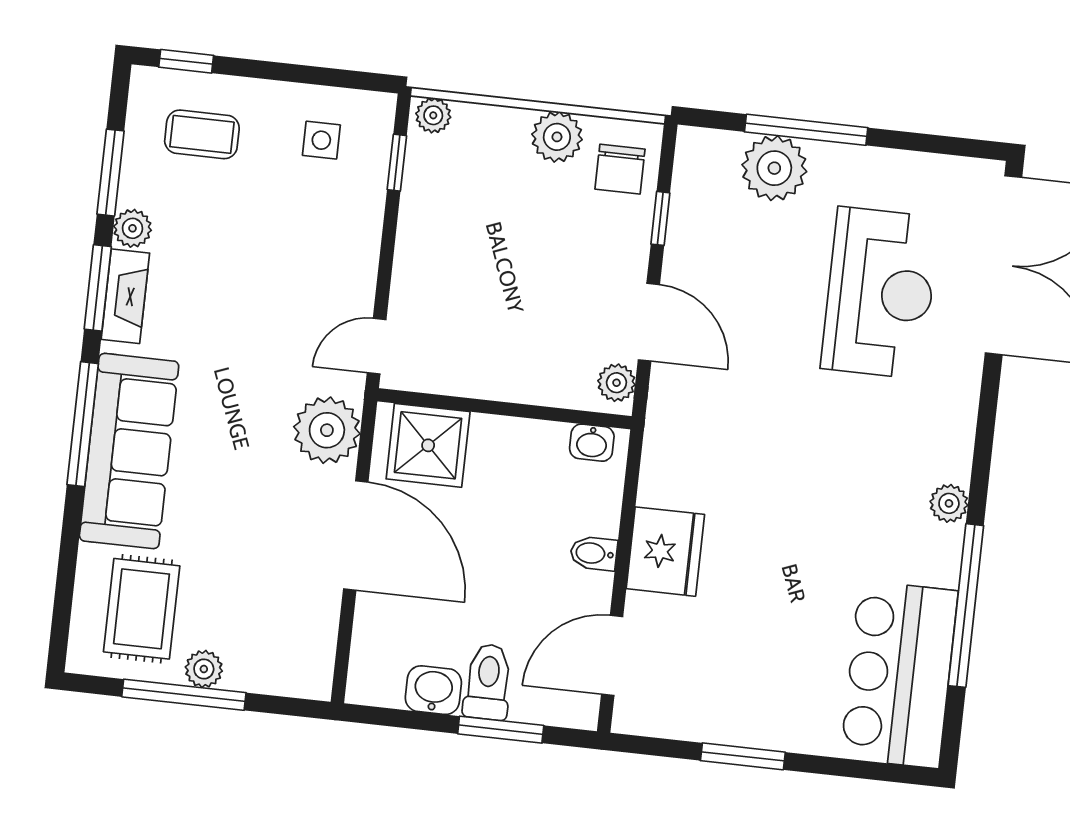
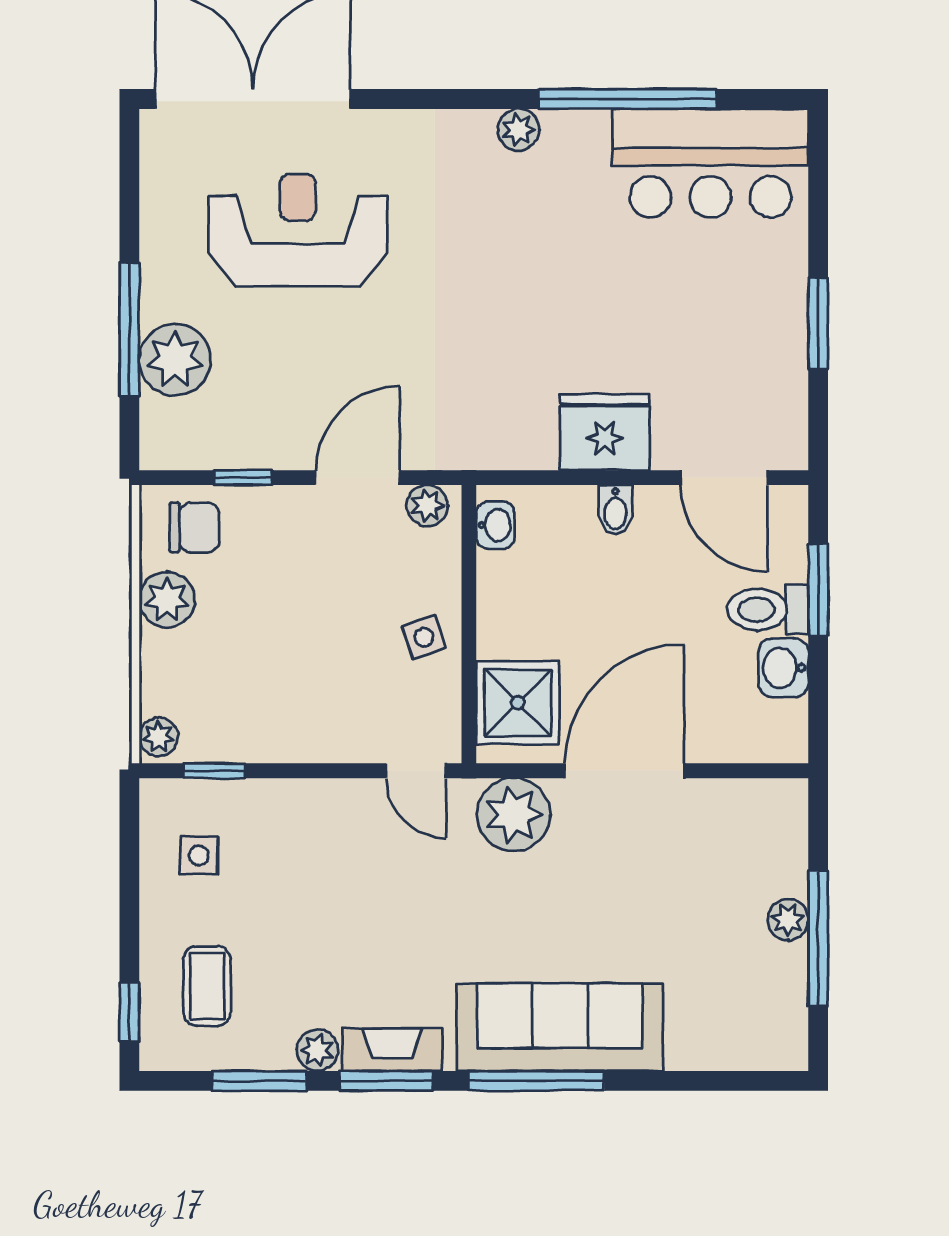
side table: (497, 367) -> (424, 637), added
rug: (142, 609) -> (730, 995), removed

